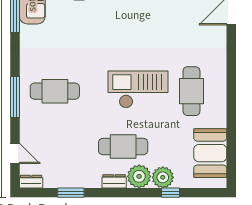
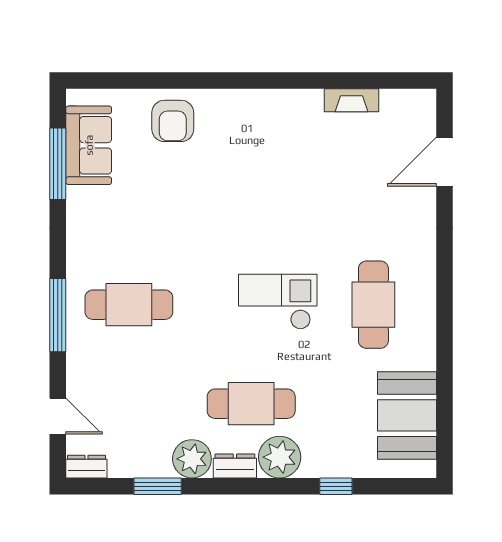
checkout: (138, 90) -> (278, 302), width x0.73, depth x0.83
plant: (163, 177) -> (192, 459), moved

